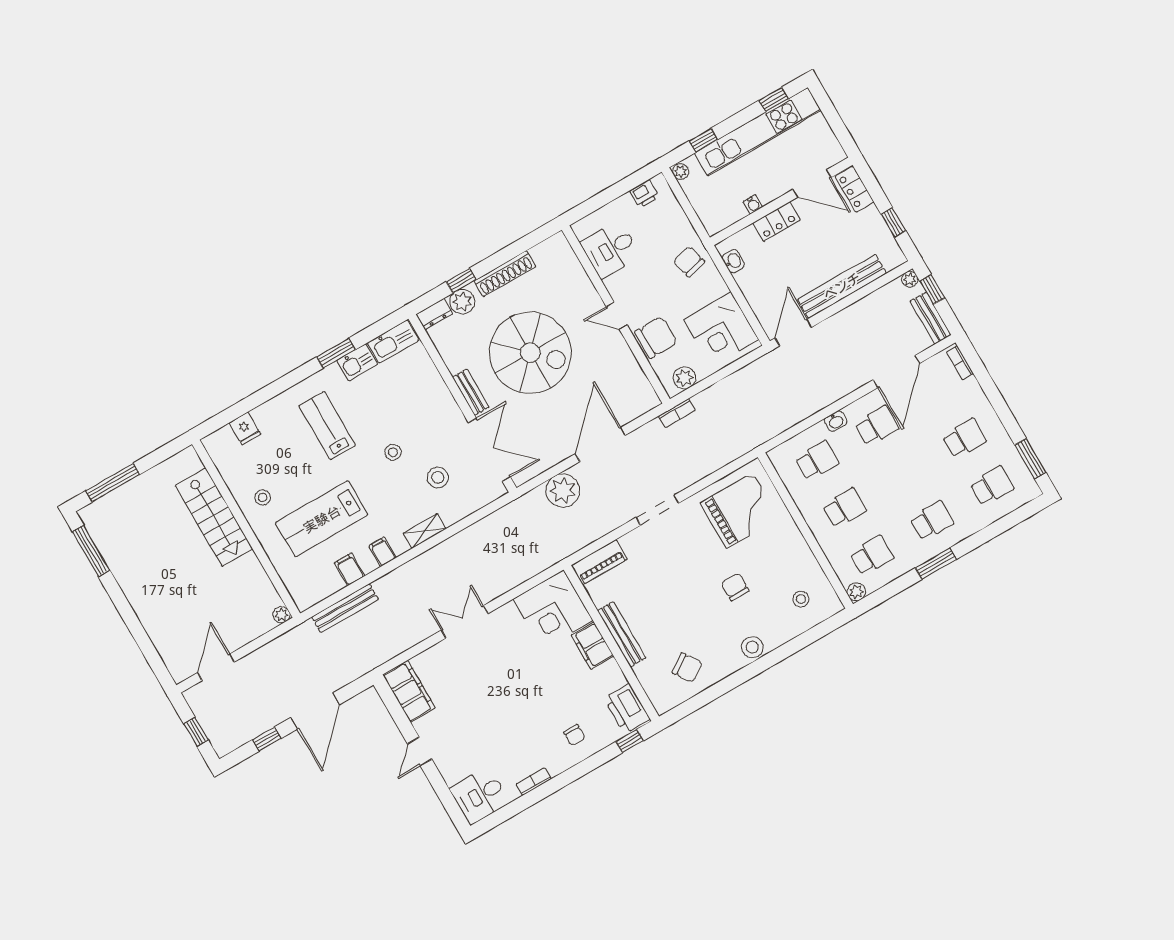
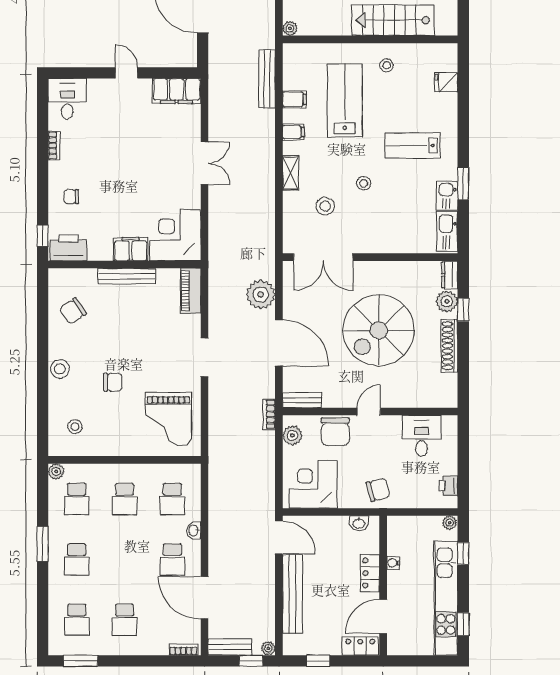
bench: (471, 392) -> (302, 400), moved
lab bench: (327, 426) -> (413, 146), turned 180

